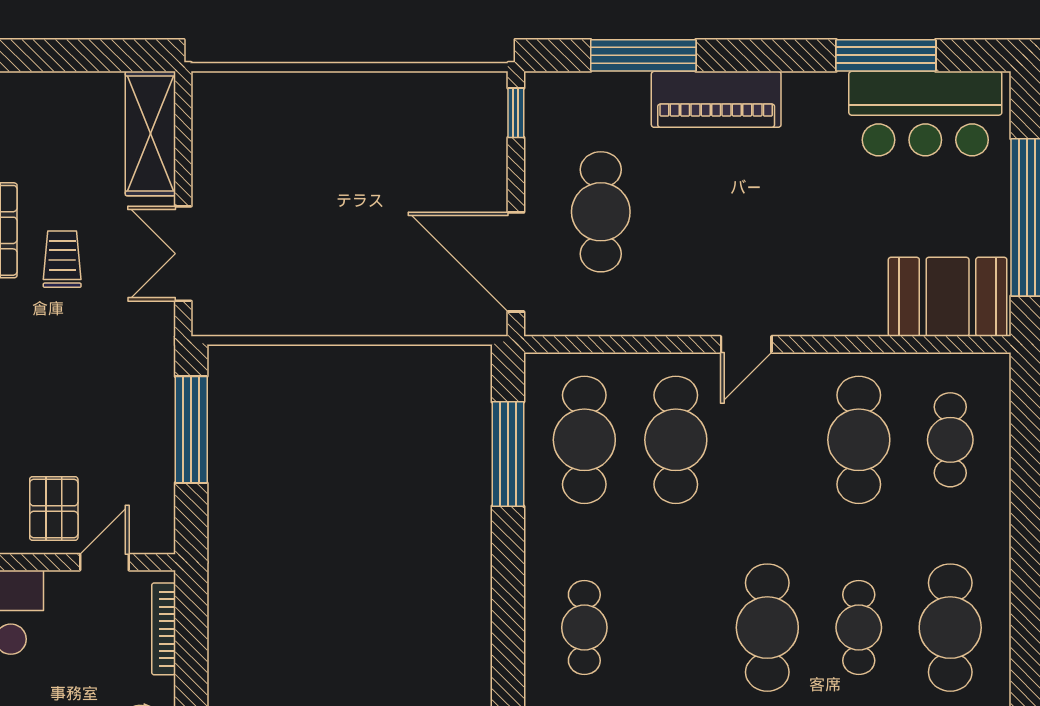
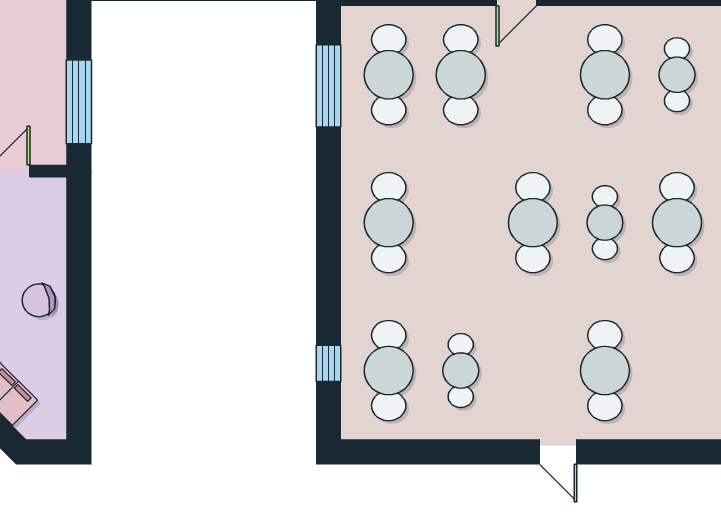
window: (191, 430) -> (79, 102), moved
cafe table: (584, 628) -> (389, 223), width x1.37, depth x1.35
bookcase: (164, 629) -> (57, 224), removed

